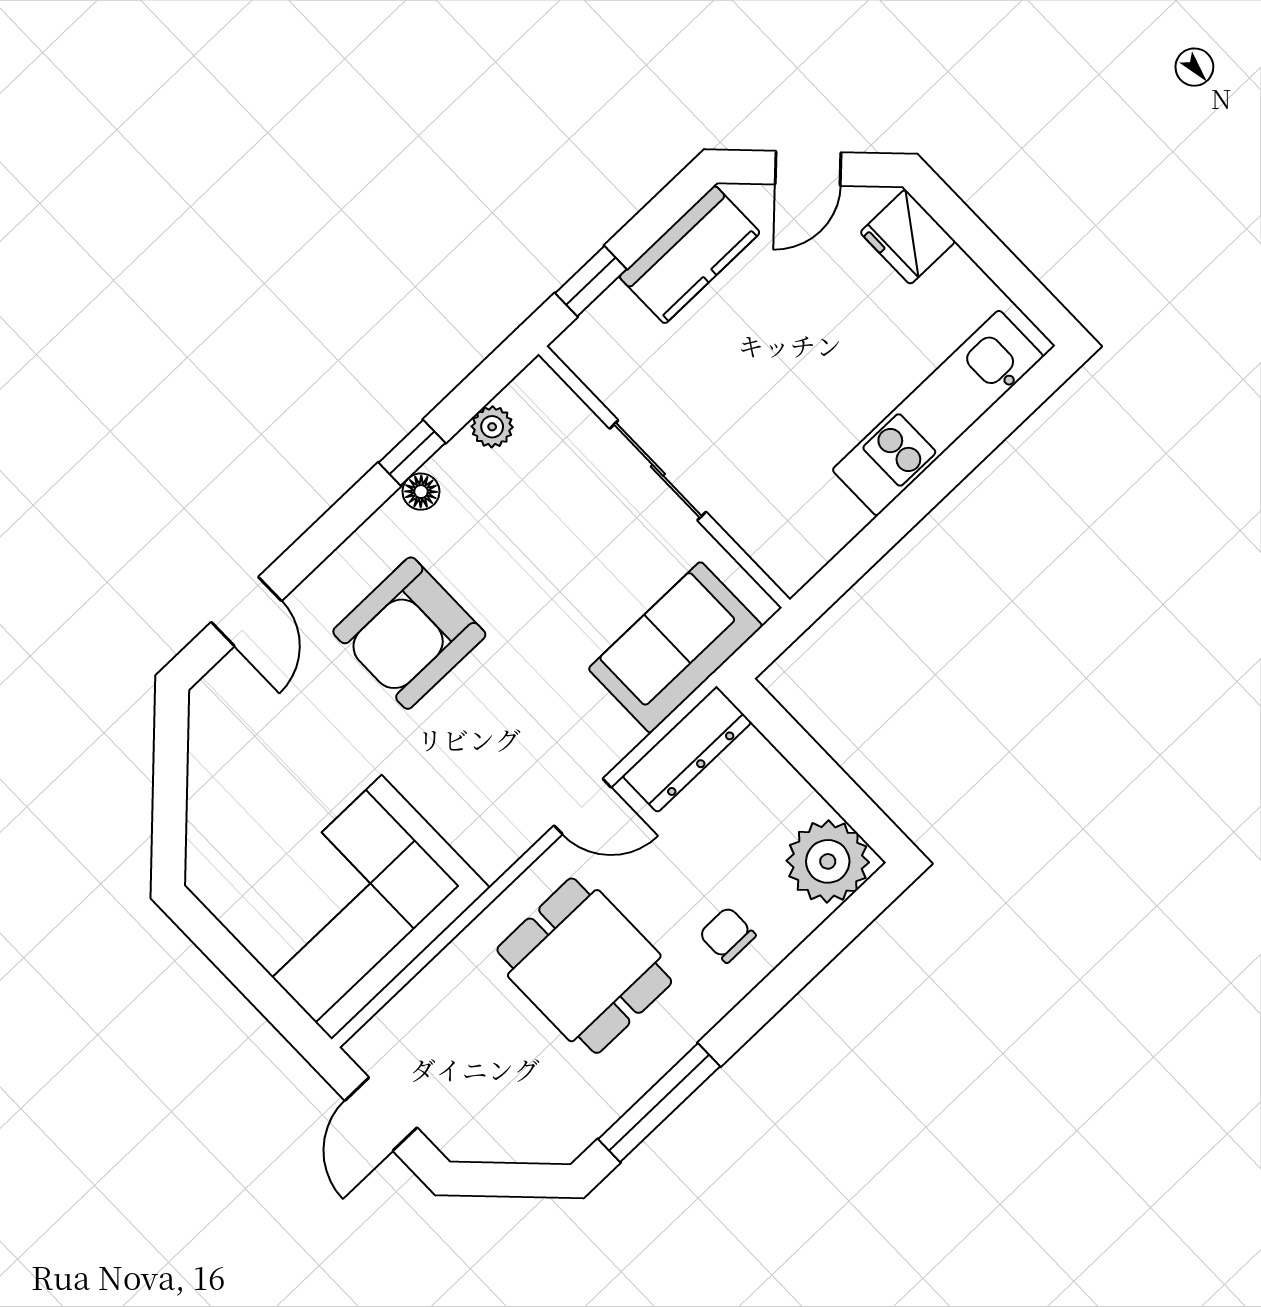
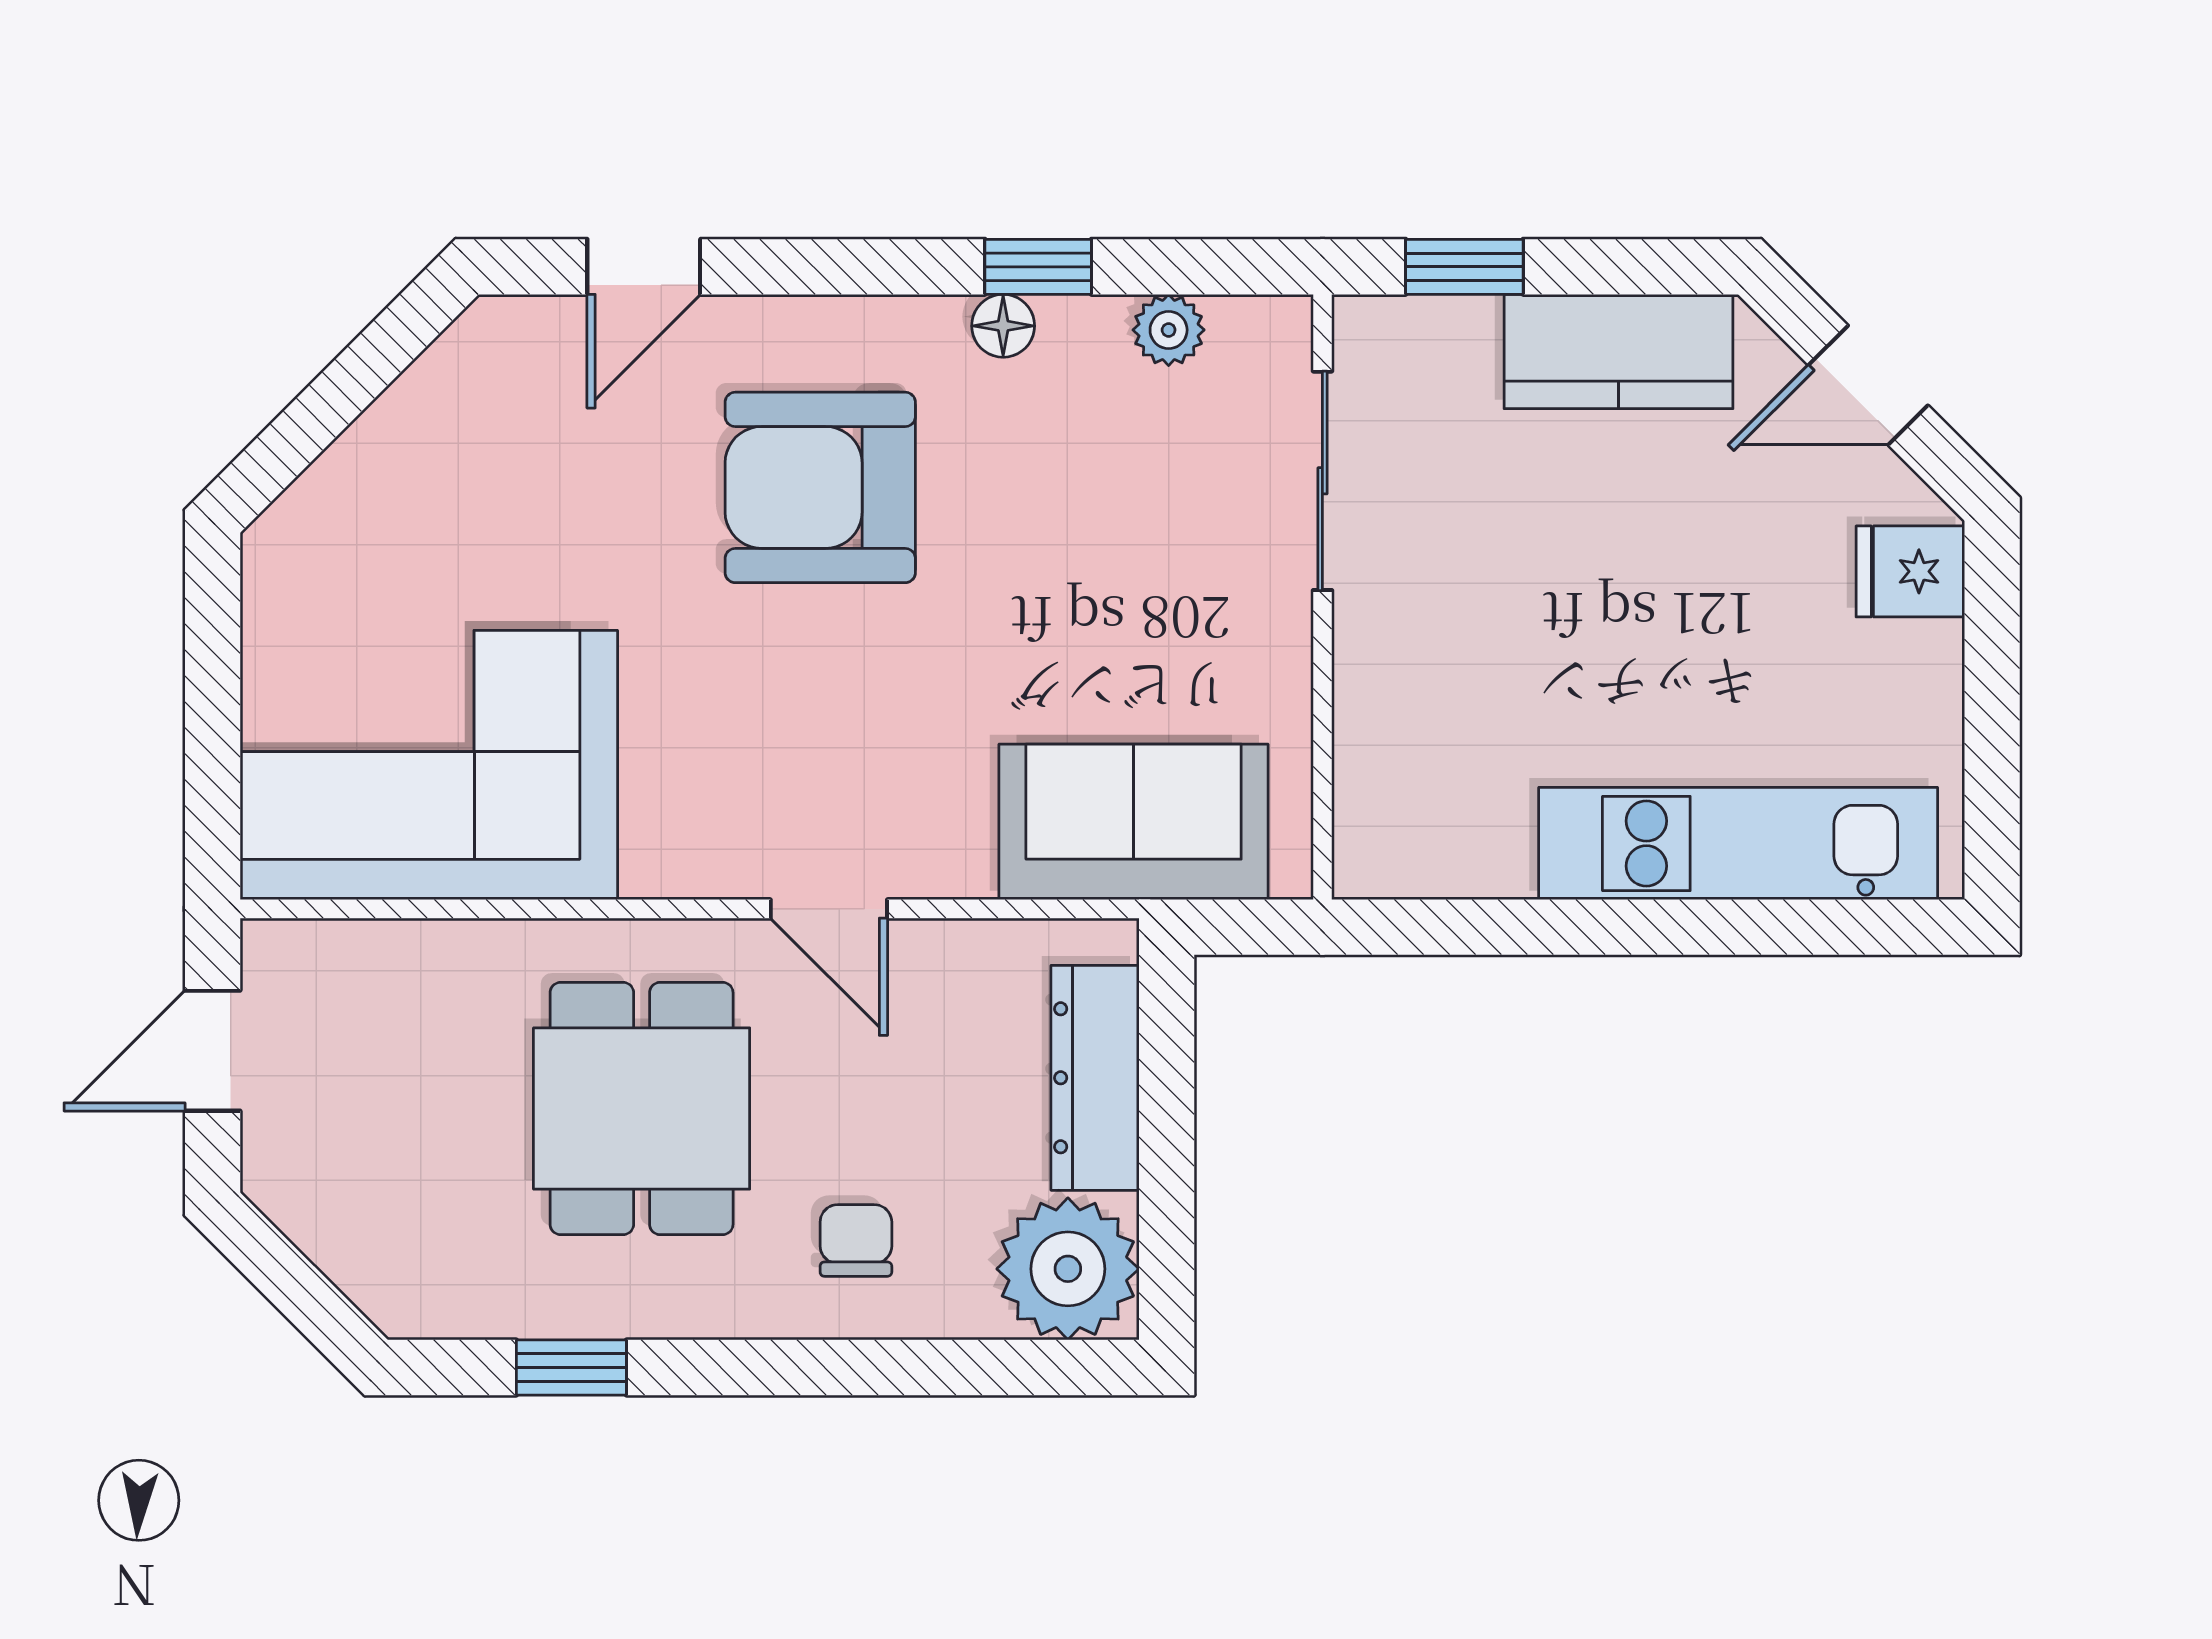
fridge: (908, 237) -> (1910, 571), width x0.72
sliding door: (658, 470) -> (1322, 481), moved
dresser: (687, 749) -> (1095, 1078), moved, turned 90
window: (659, 1103) -> (571, 1367), width x0.46

